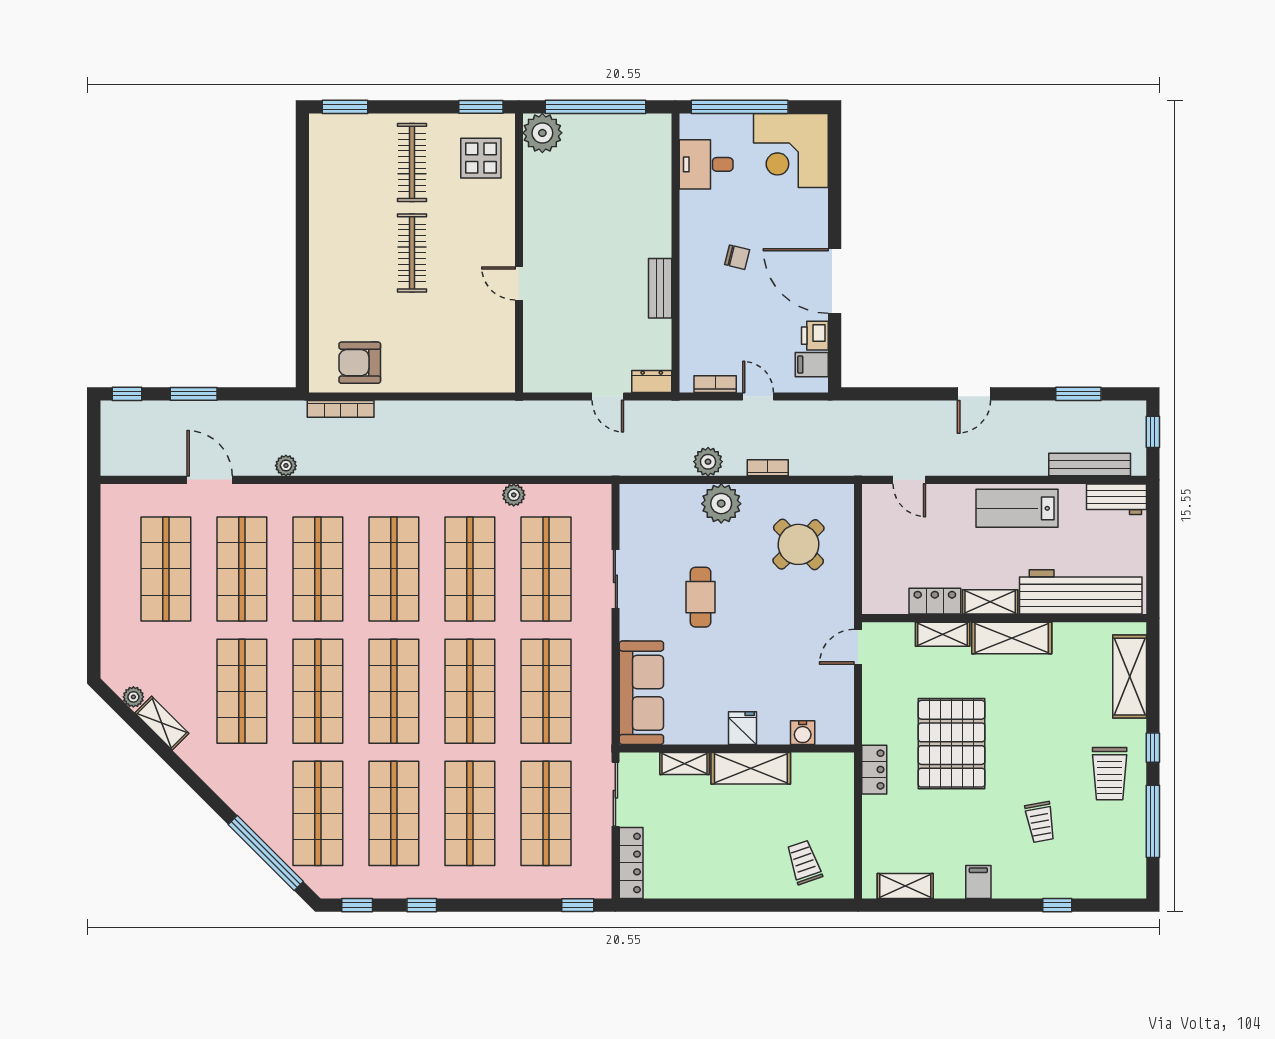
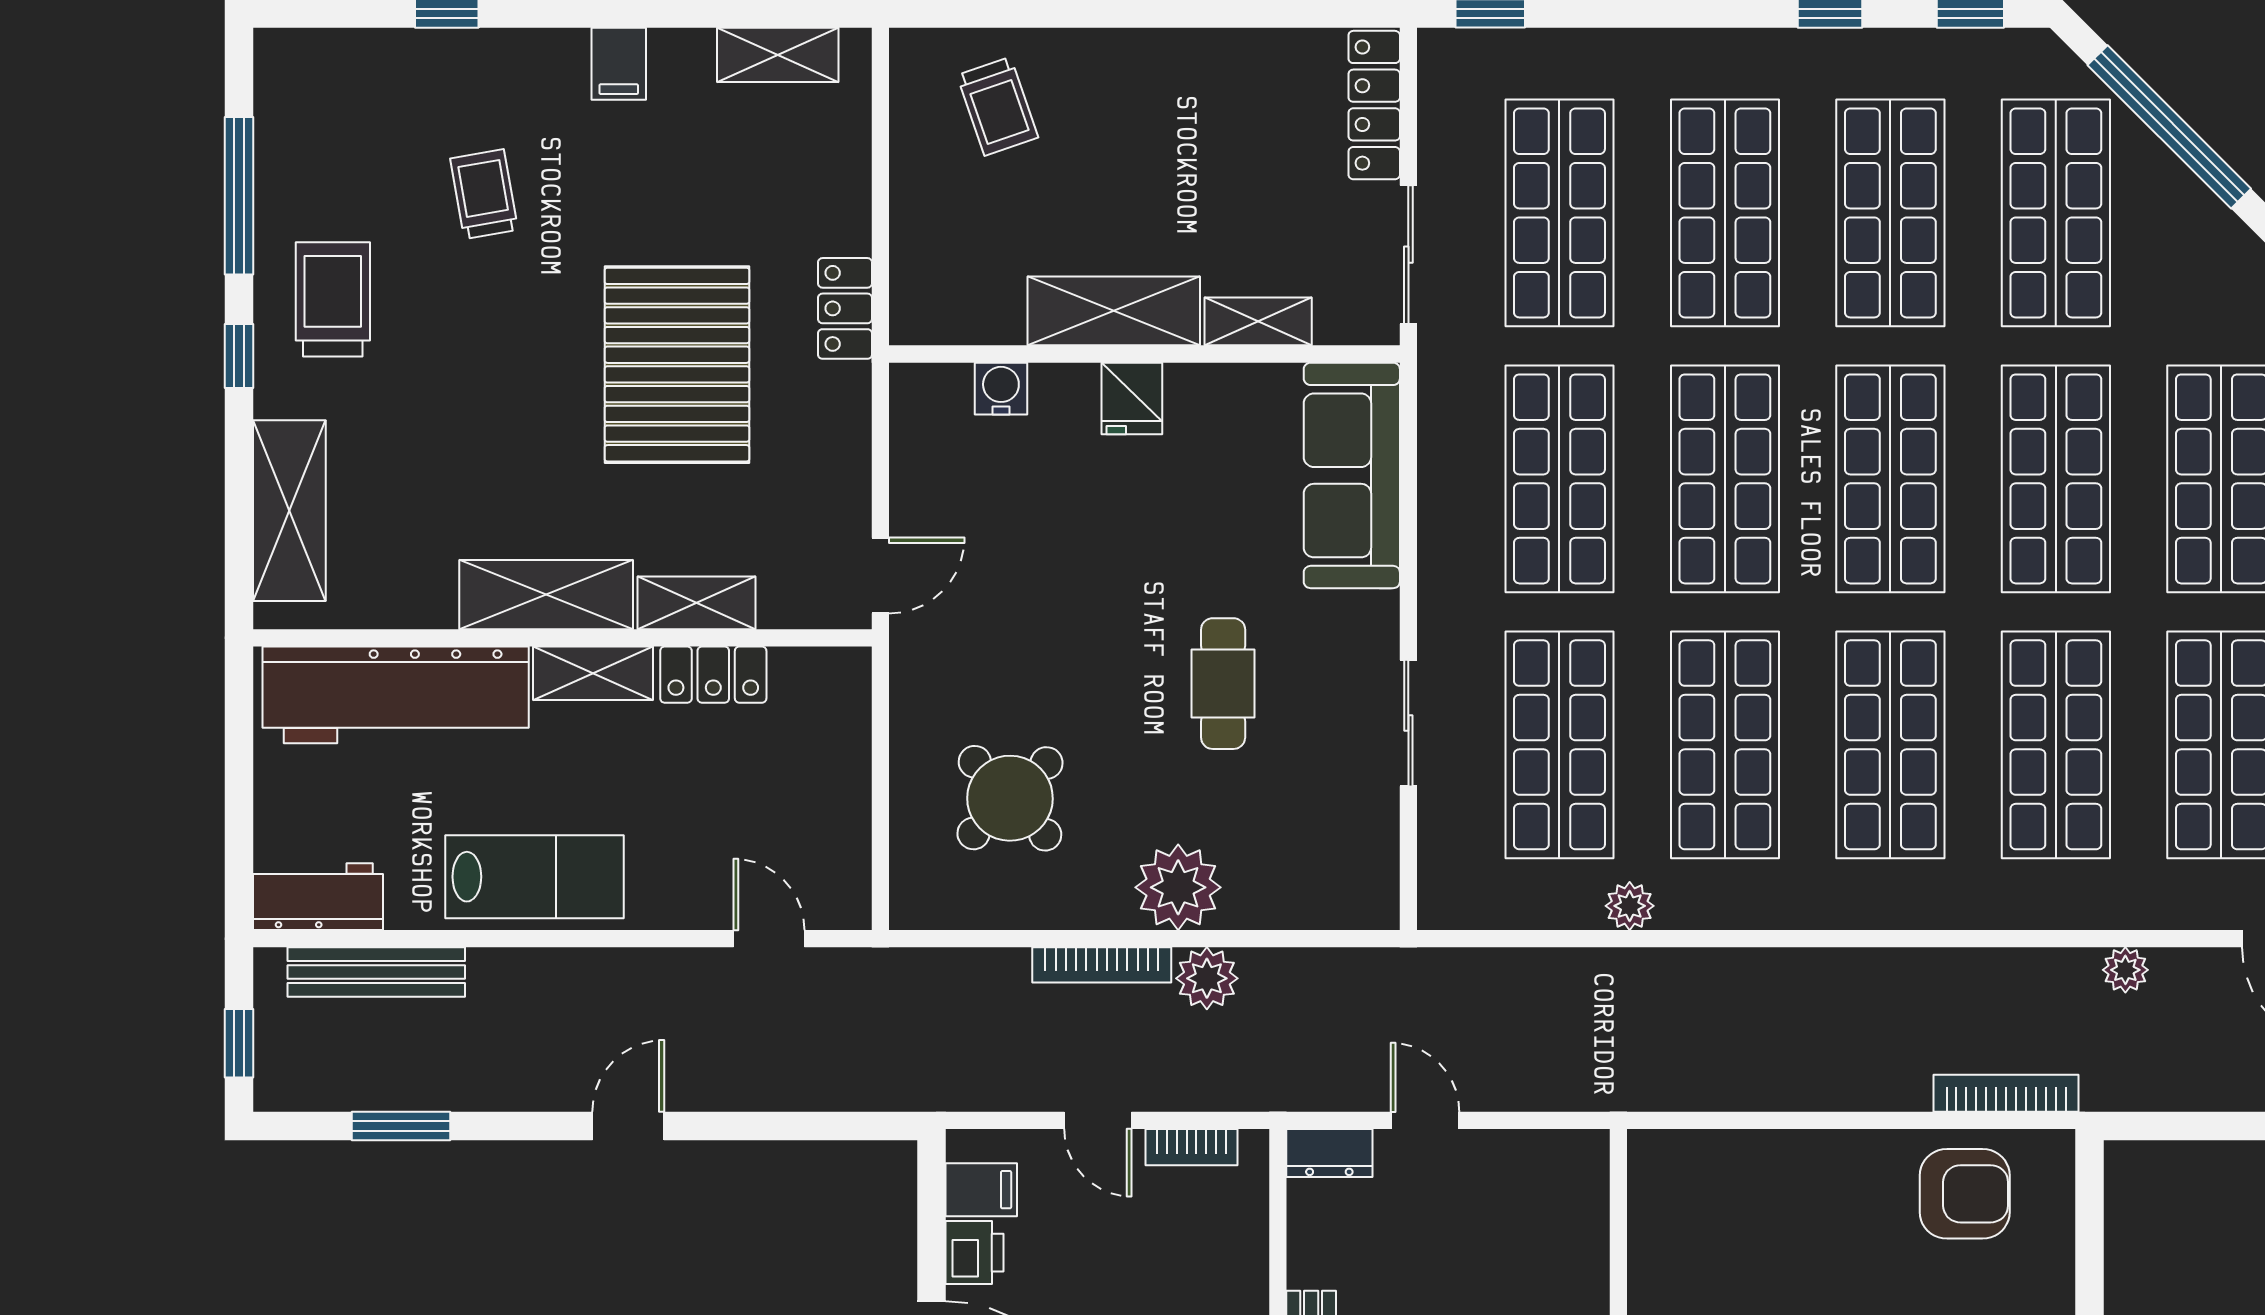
bookcase: (768, 468) -> (1102, 965), width x1.56

